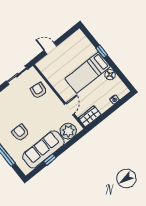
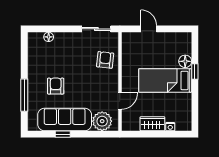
floor lamp: (110, 75) -> (185, 61), moved
wardrobe: (90, 116) -> (152, 124), moved

